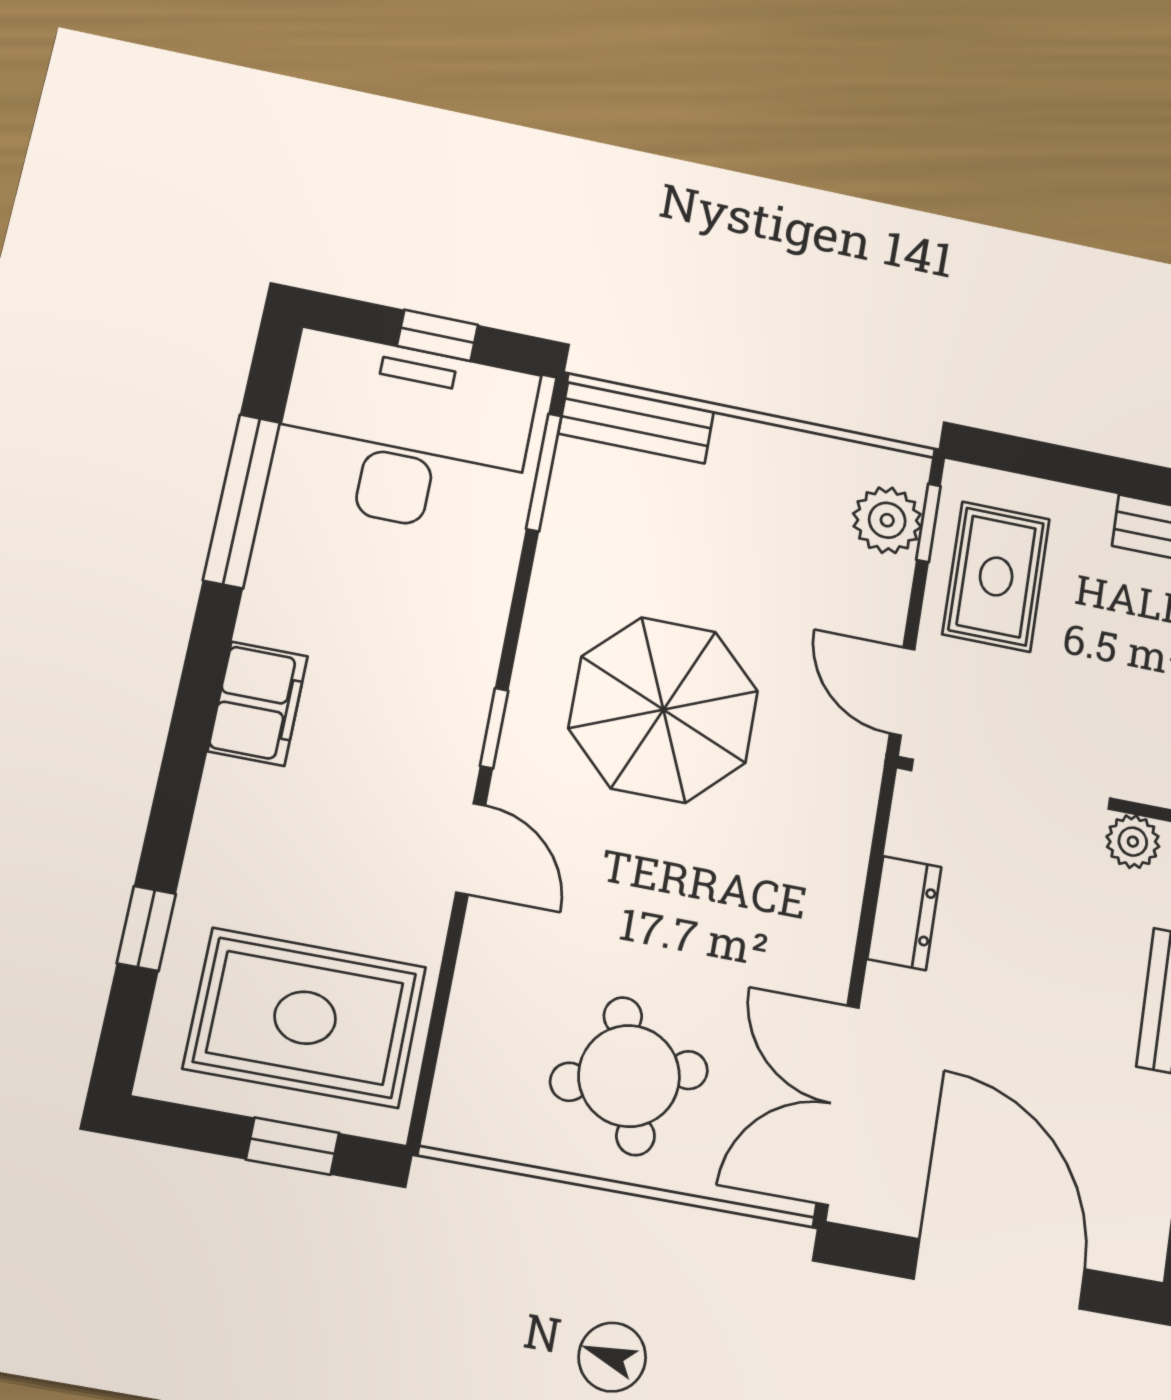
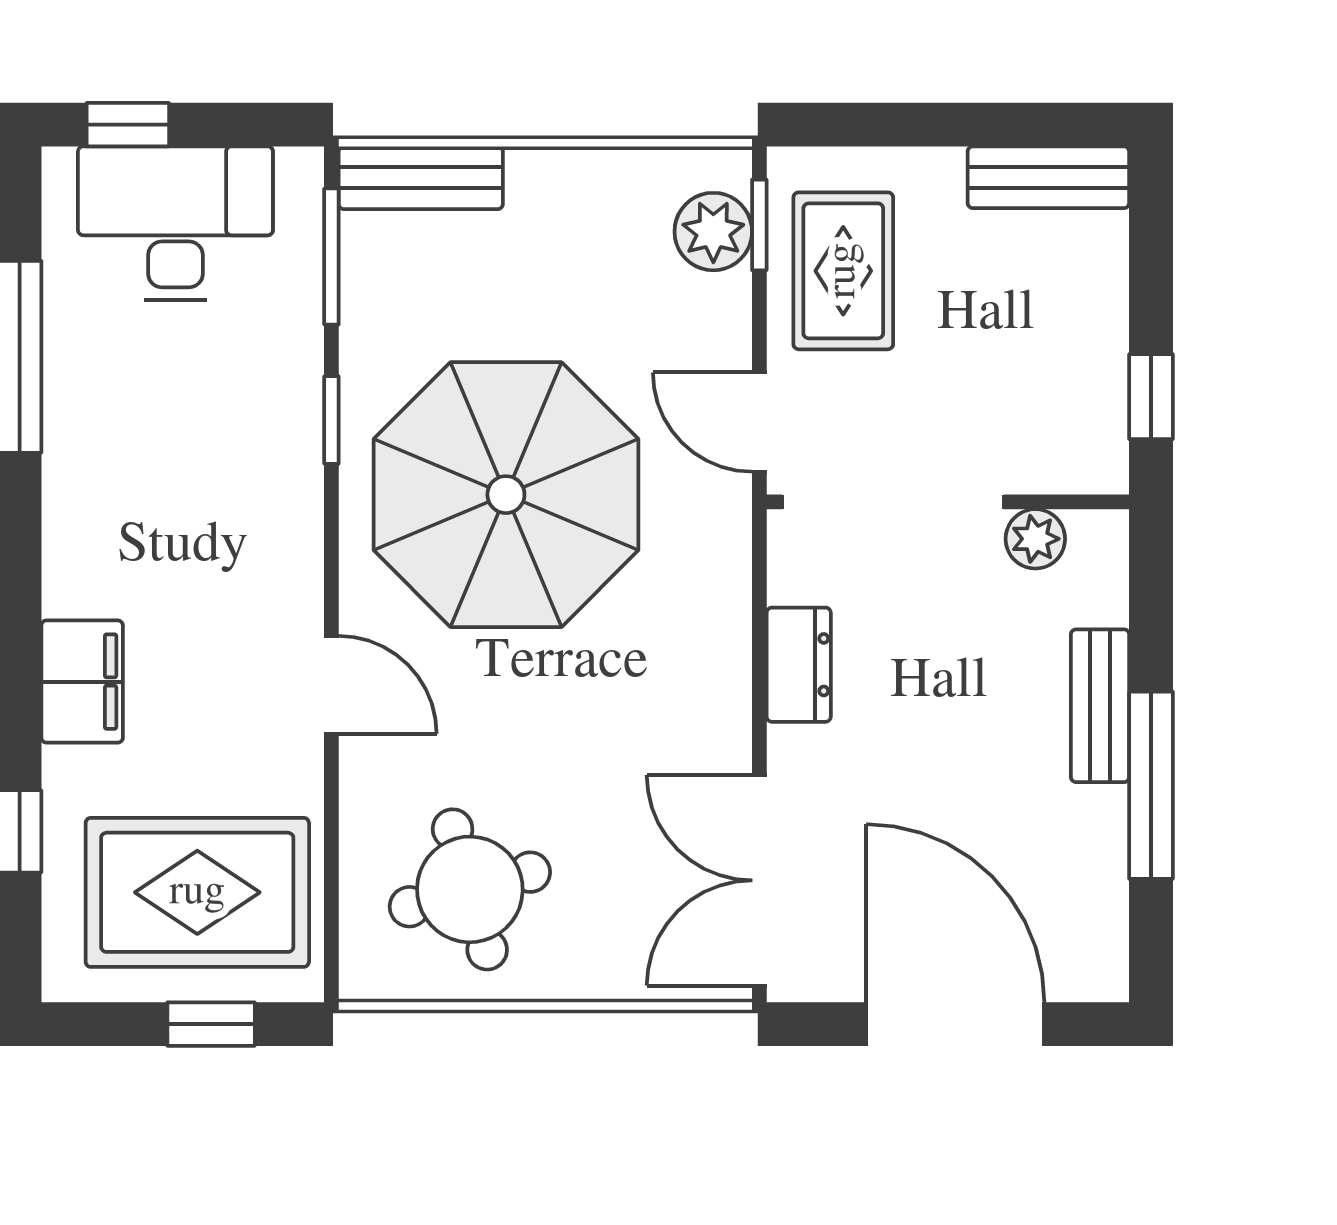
window: (437, 335) -> (128, 125), moved
desk: (405, 435) -> (175, 223), width x0.73, depth x0.77
filing cabinet: (258, 704) -> (82, 682), moved
parasol: (663, 710) -> (506, 495), width x1.36, depth x1.36
window: (494, 728) -> (331, 420), moved
round table: (629, 1076) -> (470, 889), moved

